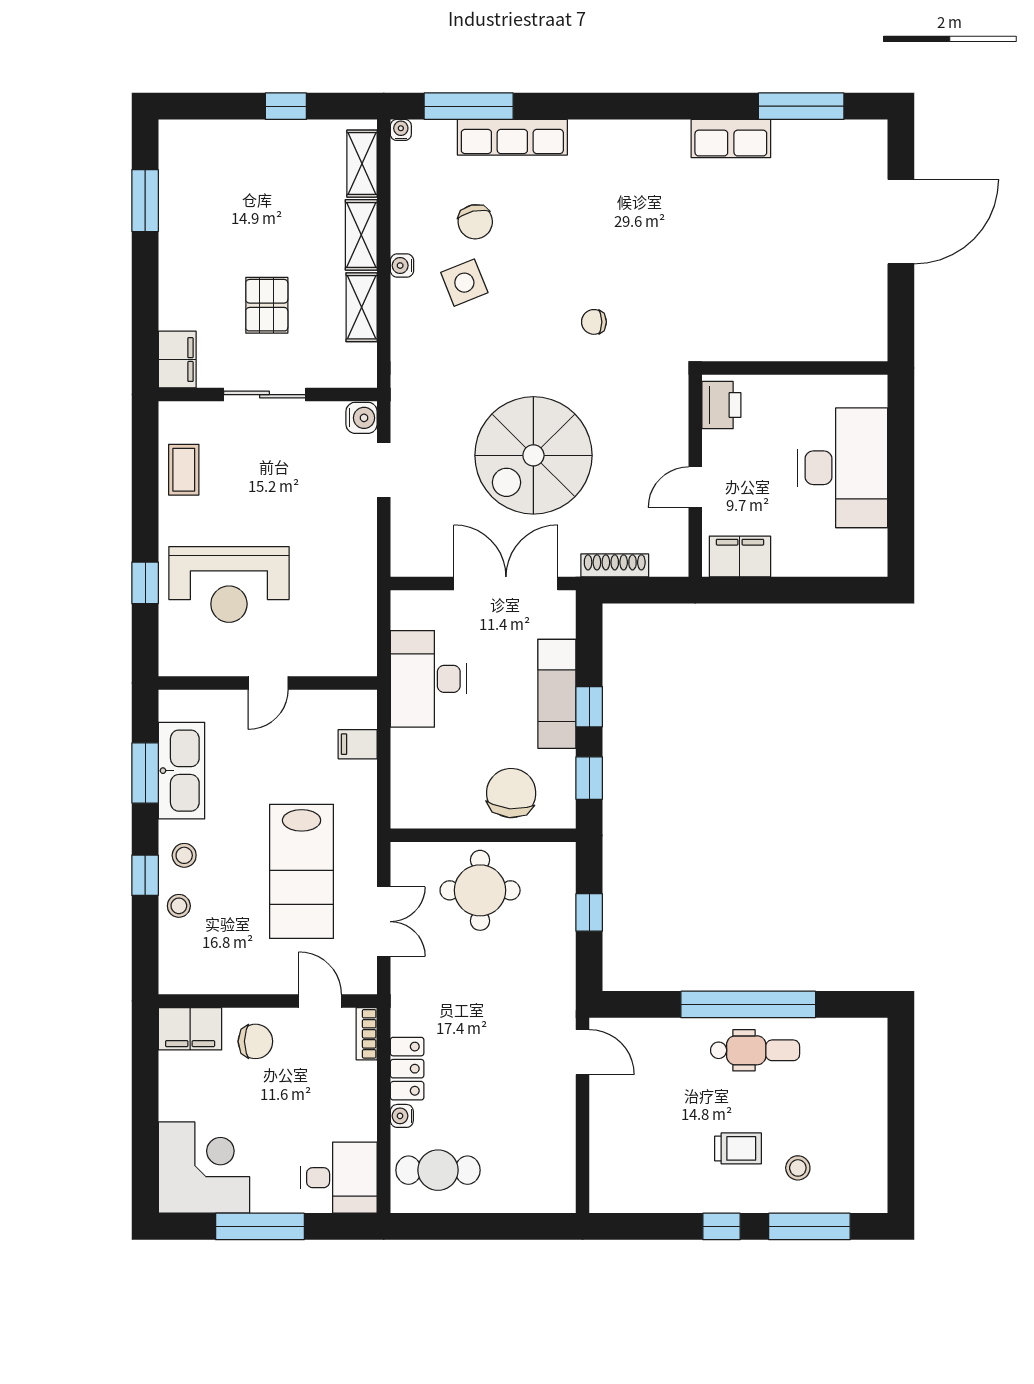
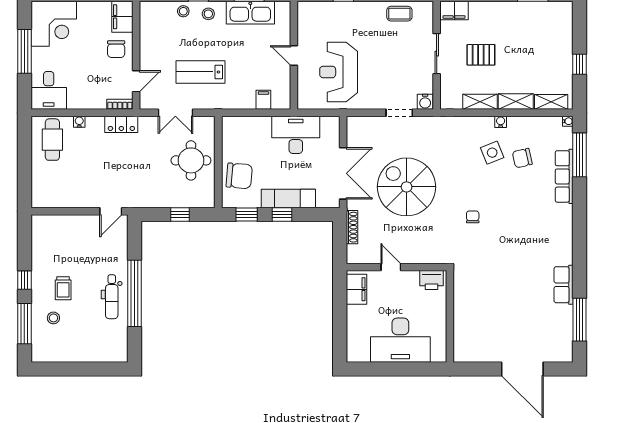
reception desk: (229, 584) -> (339, 72), moved
lab bench: (302, 871) -> (200, 72), width x0.73, depth x0.72
locker: (407, 1069) -> (121, 124), moved

